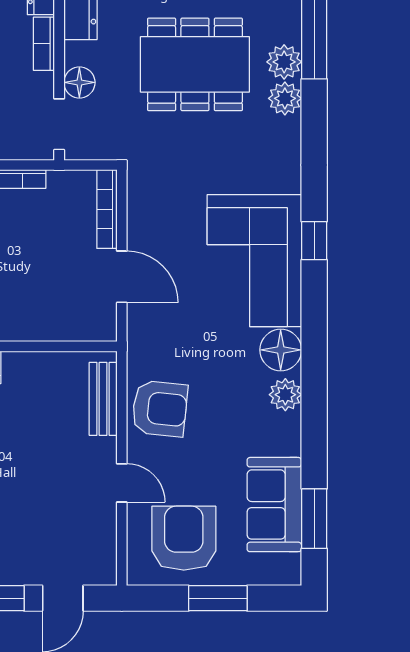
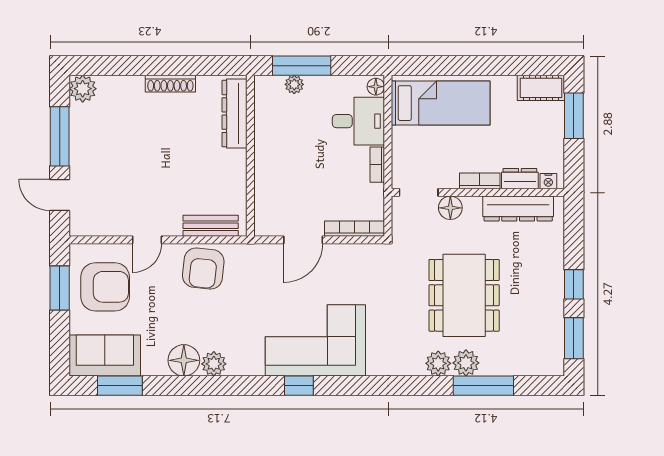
window: (314, 241) -> (299, 386), moved
floor lamp: (281, 350) -> (184, 360), moved
sofa: (274, 505) -> (105, 355), moved
window: (218, 598) -> (60, 288), moved

